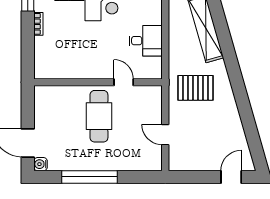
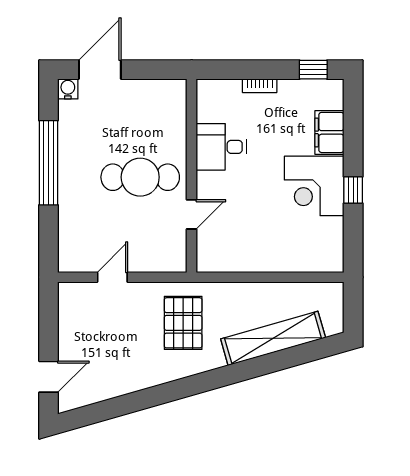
bookcase: (38, 24) -> (260, 86), moved
desk: (146, 41) -> (221, 147), moved, turned 90
door: (231, 177) -> (49, 377), hinge flipped

